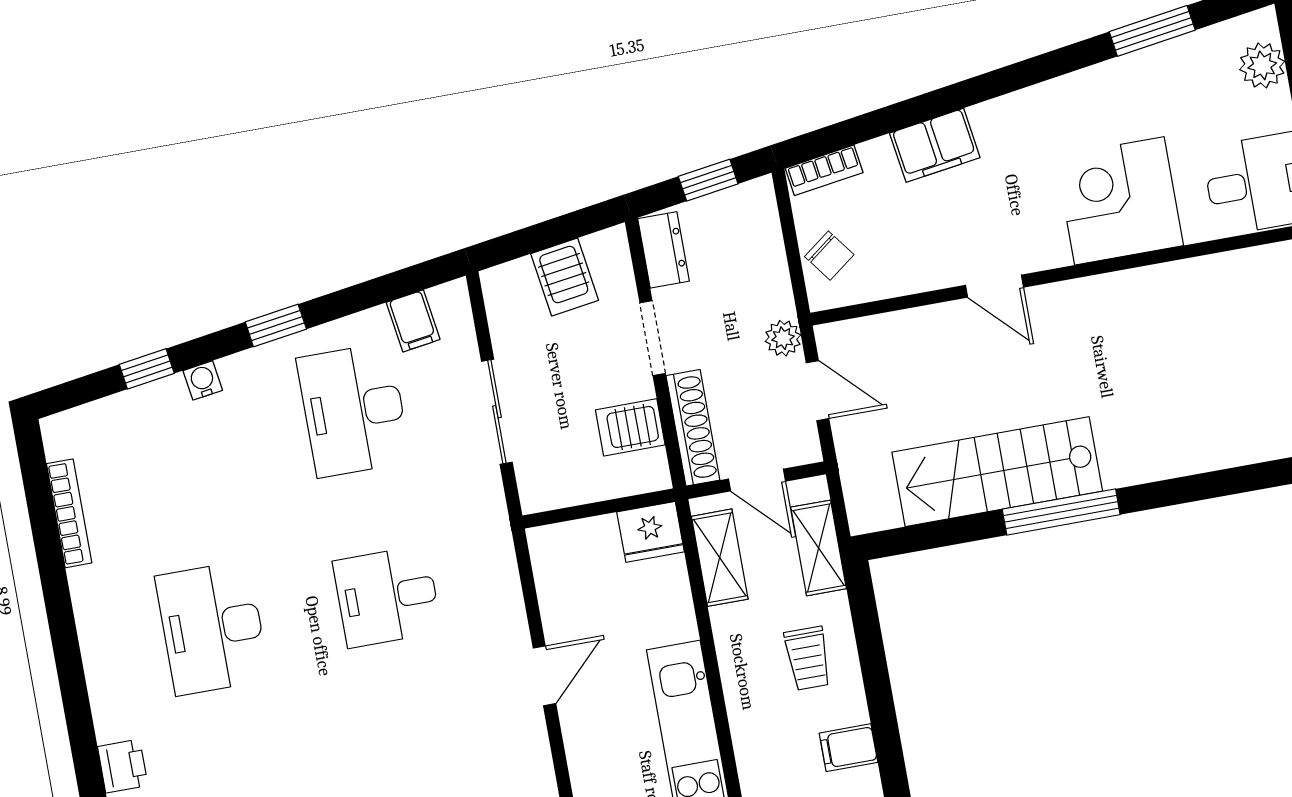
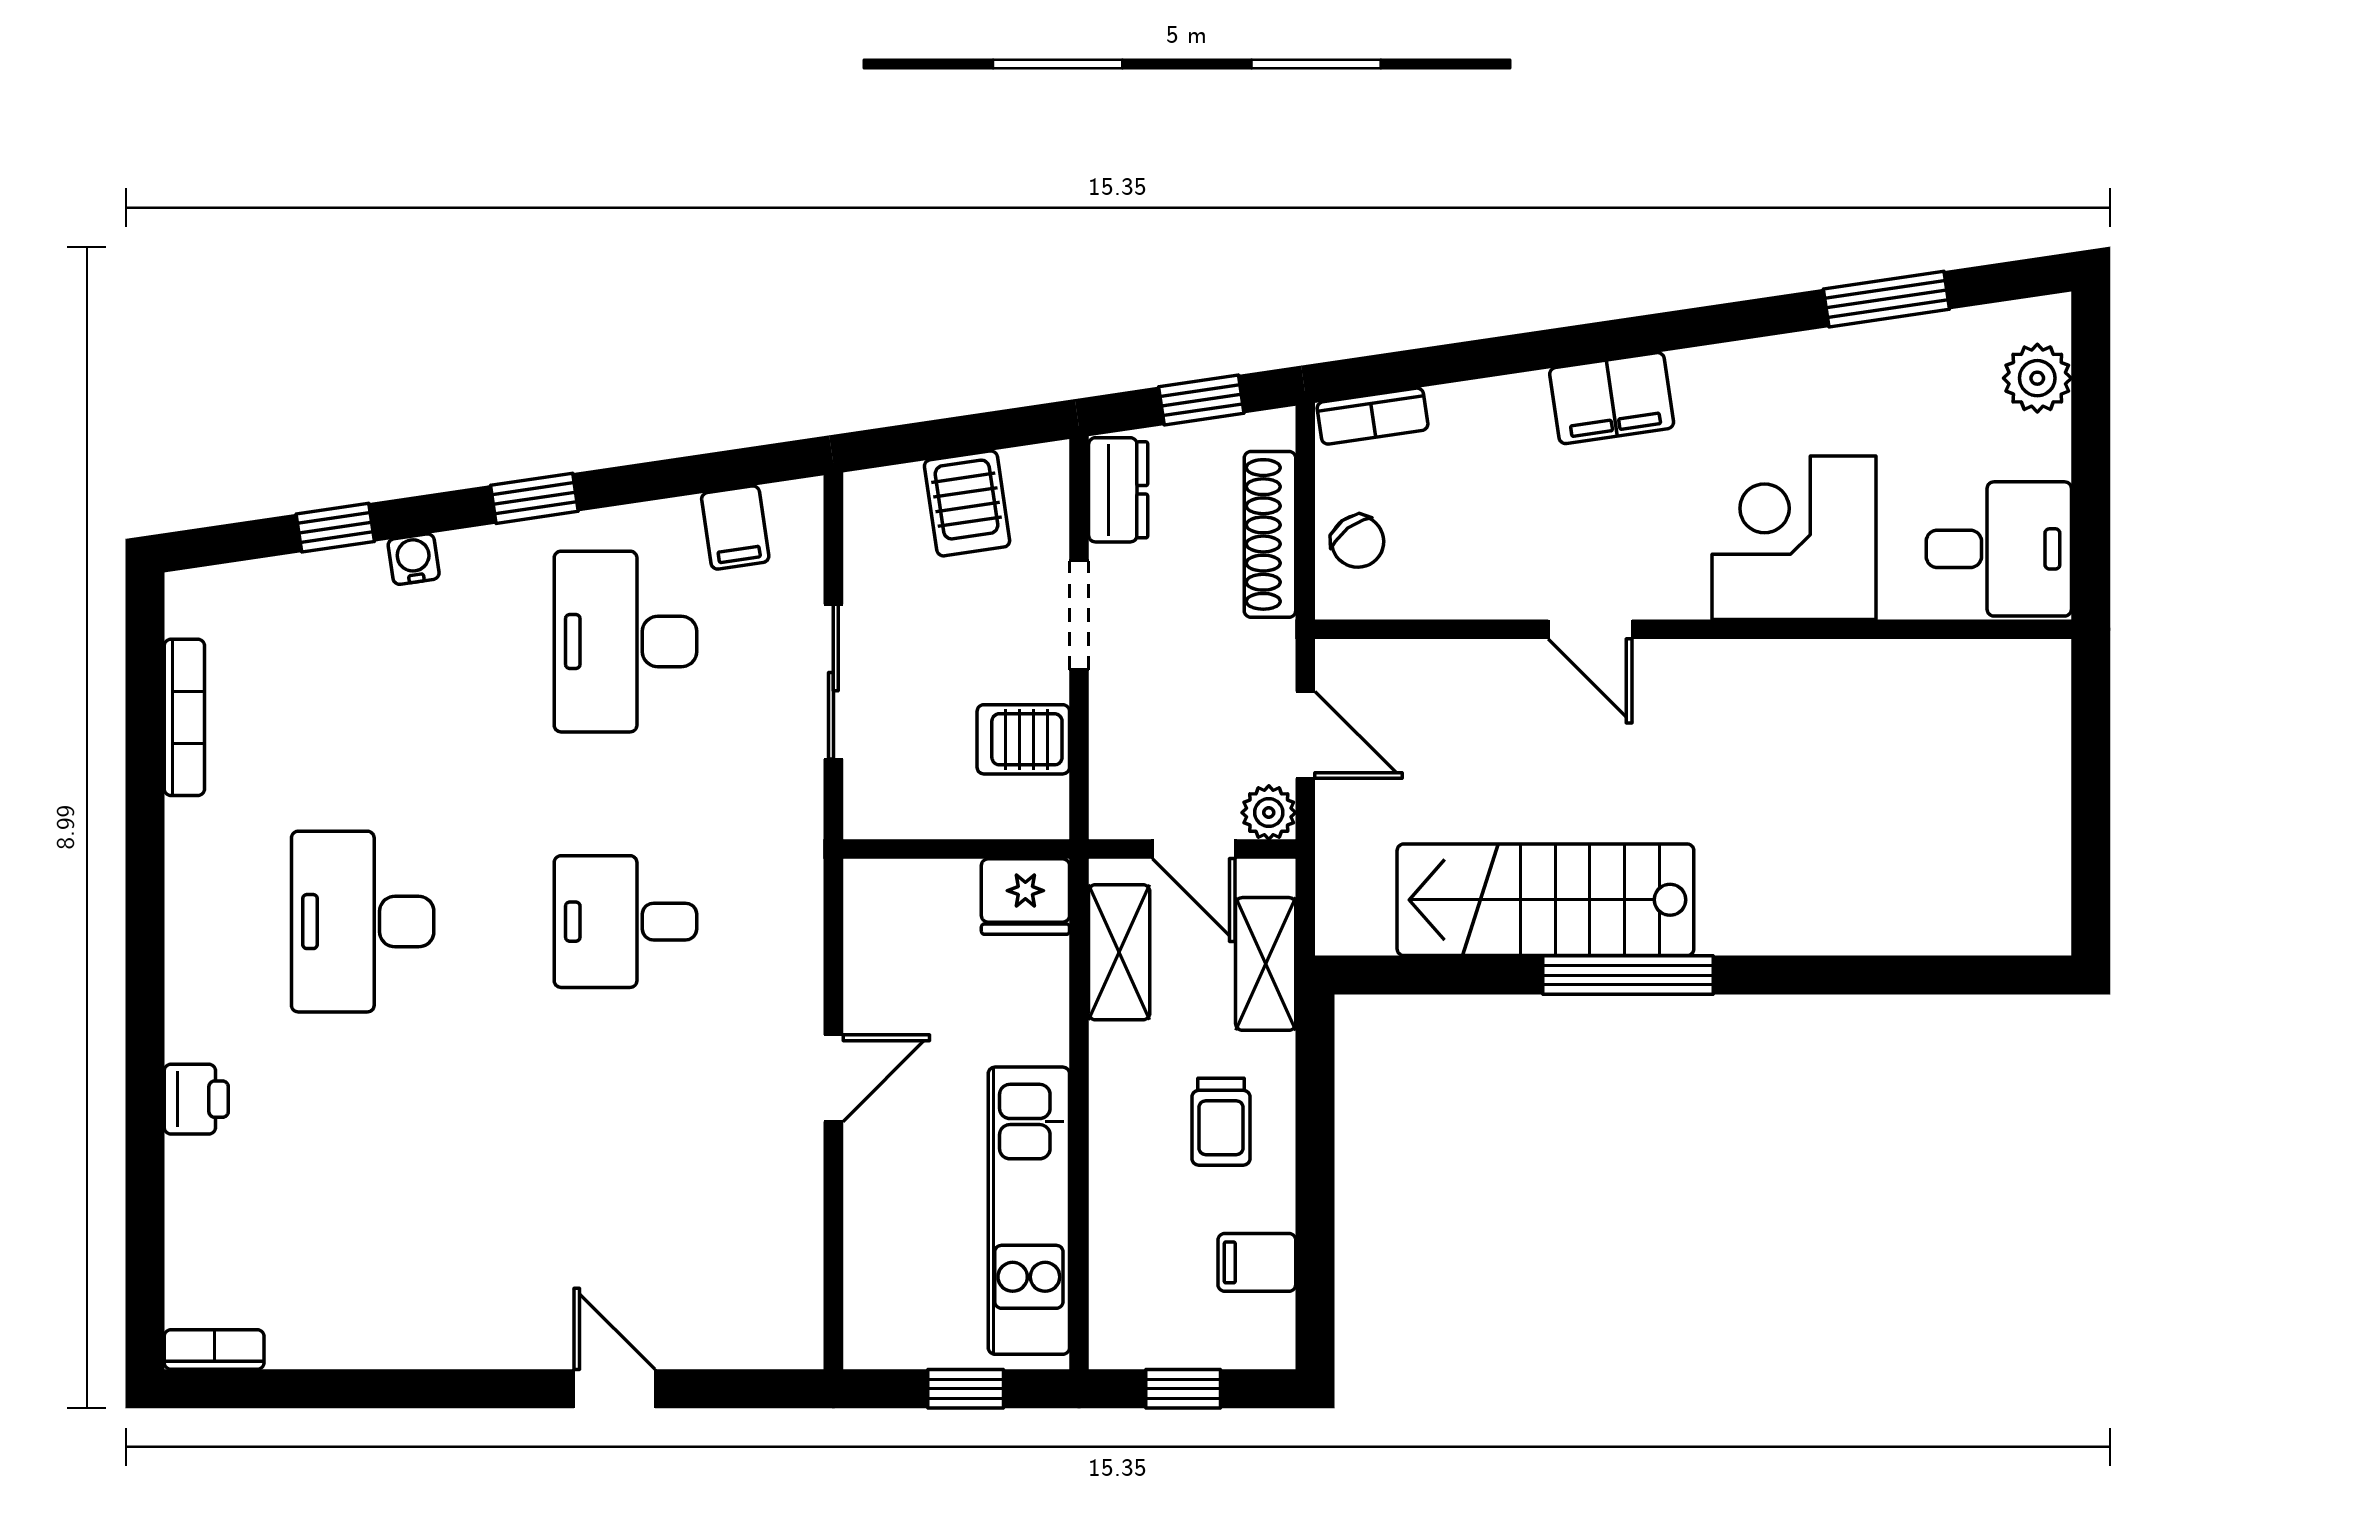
filing cabinet: (935, 145) -> (1612, 398), moved
plant: (783, 338) -> (1269, 813), moved
shoe rack: (693, 428) -> (1270, 534), moved, turned 180

